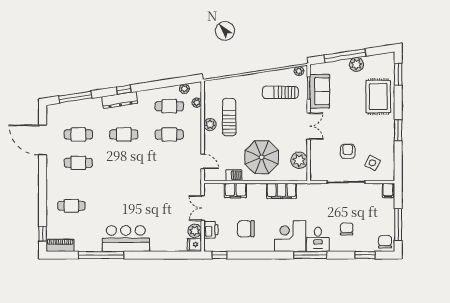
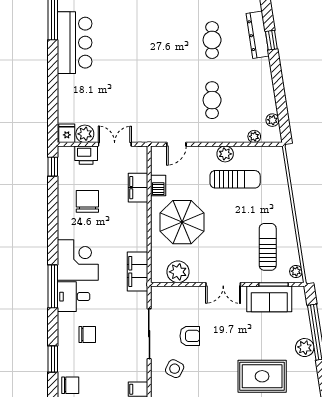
cafe table: (169, 106) -> (249, 100), removed
filing cabinet: (282, 191) -> (137, 271), moved

